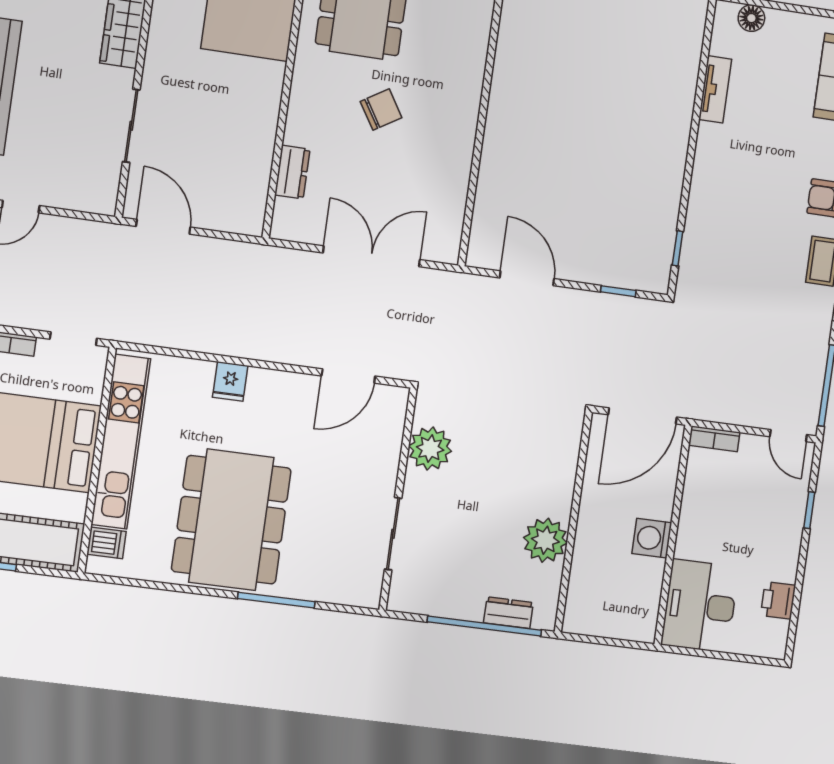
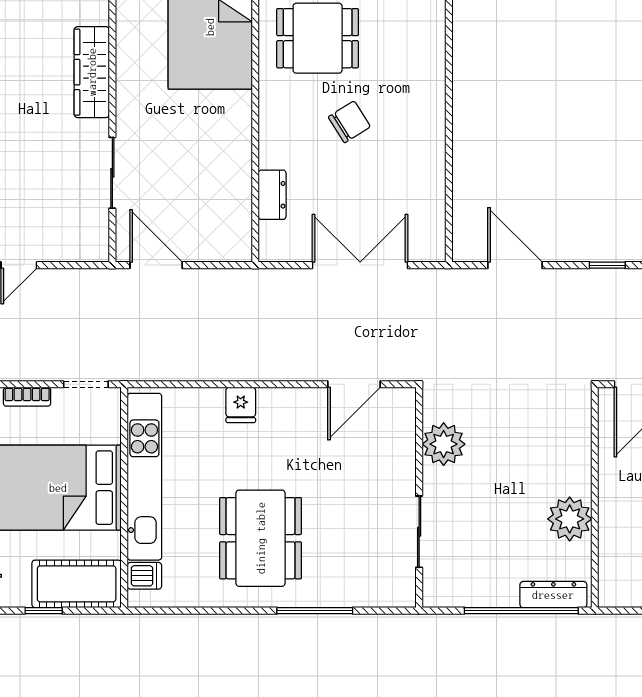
dining table: (231, 520) -> (261, 538), width x0.73, depth x0.80
dresser: (508, 613) -> (553, 595), width x1.44

